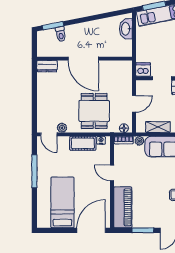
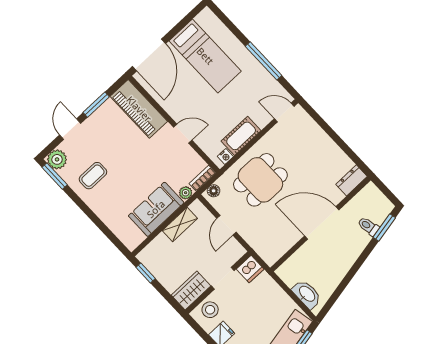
dining table: (94, 111) -> (260, 180), turned 90
plant: (62, 128) -> (277, 132), removed

